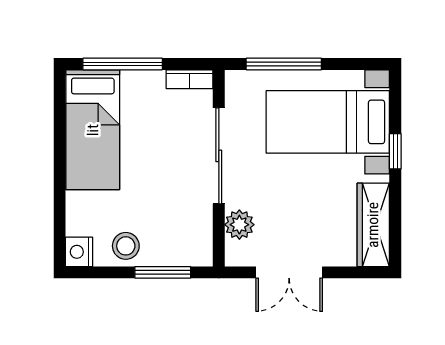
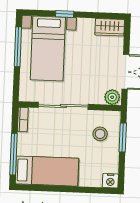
window: (284, 64) -> (18, 47), moved
plant: (239, 225) -> (112, 97), moved
wardrobe: (373, 225) -> (110, 27), width x0.67
stool: (126, 246) -> (100, 134), moved

